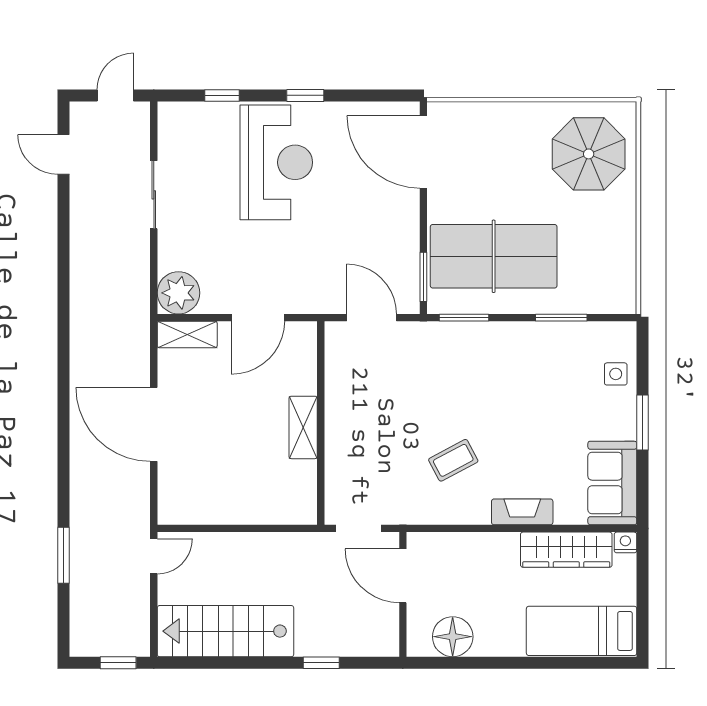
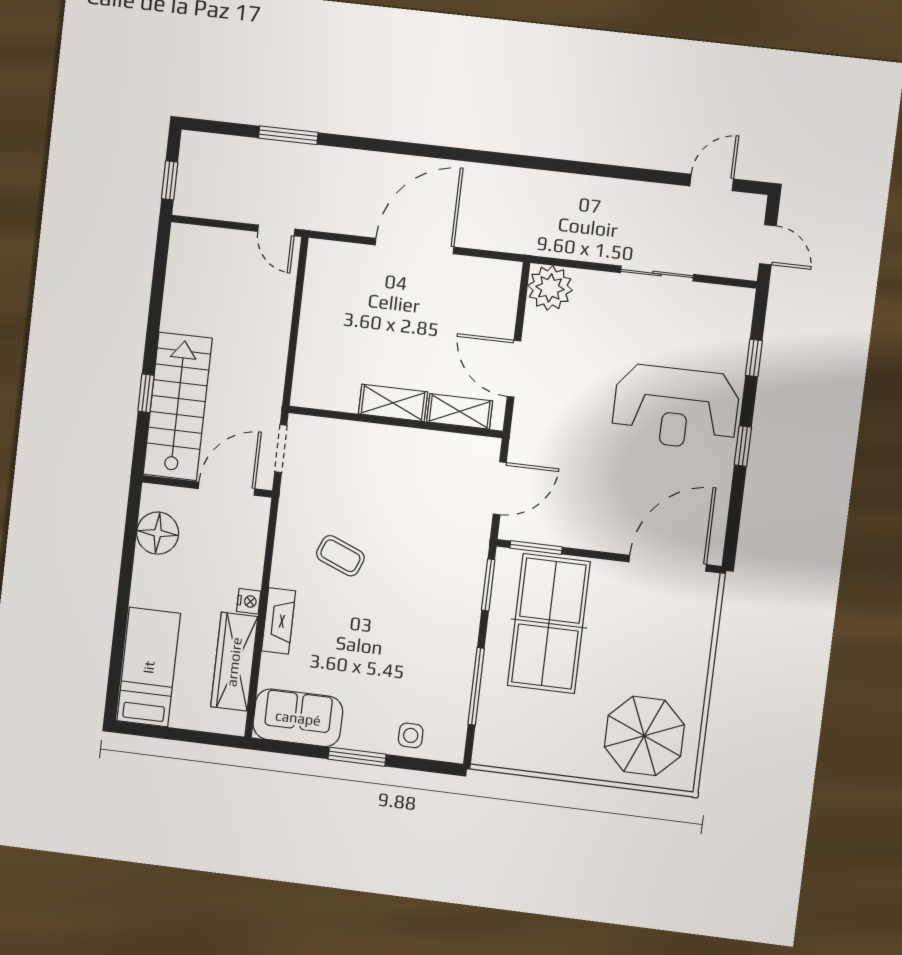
window: (561, 318) -> (476, 686), width x1.44
shelving: (187, 335) -> (460, 411), moved, turned 90
coffee table: (453, 460) -> (340, 556), turned -40
nightstand: (625, 542) -> (249, 601), moved
stairs: (225, 631) -> (178, 406), moved

